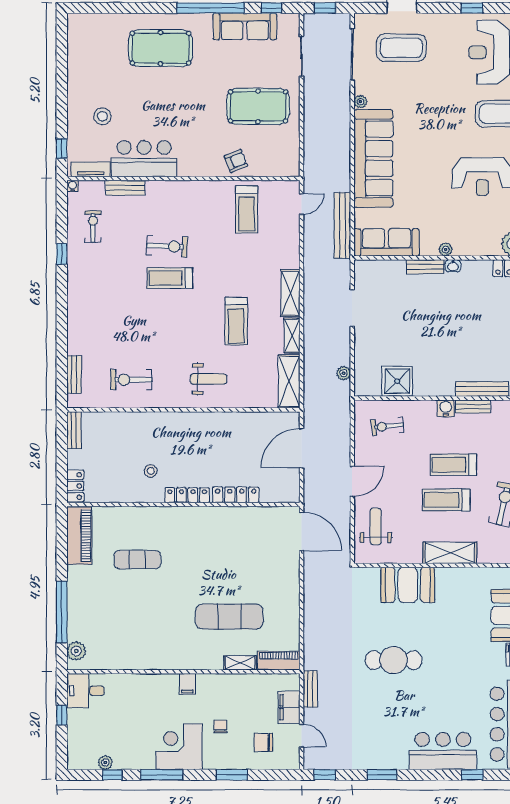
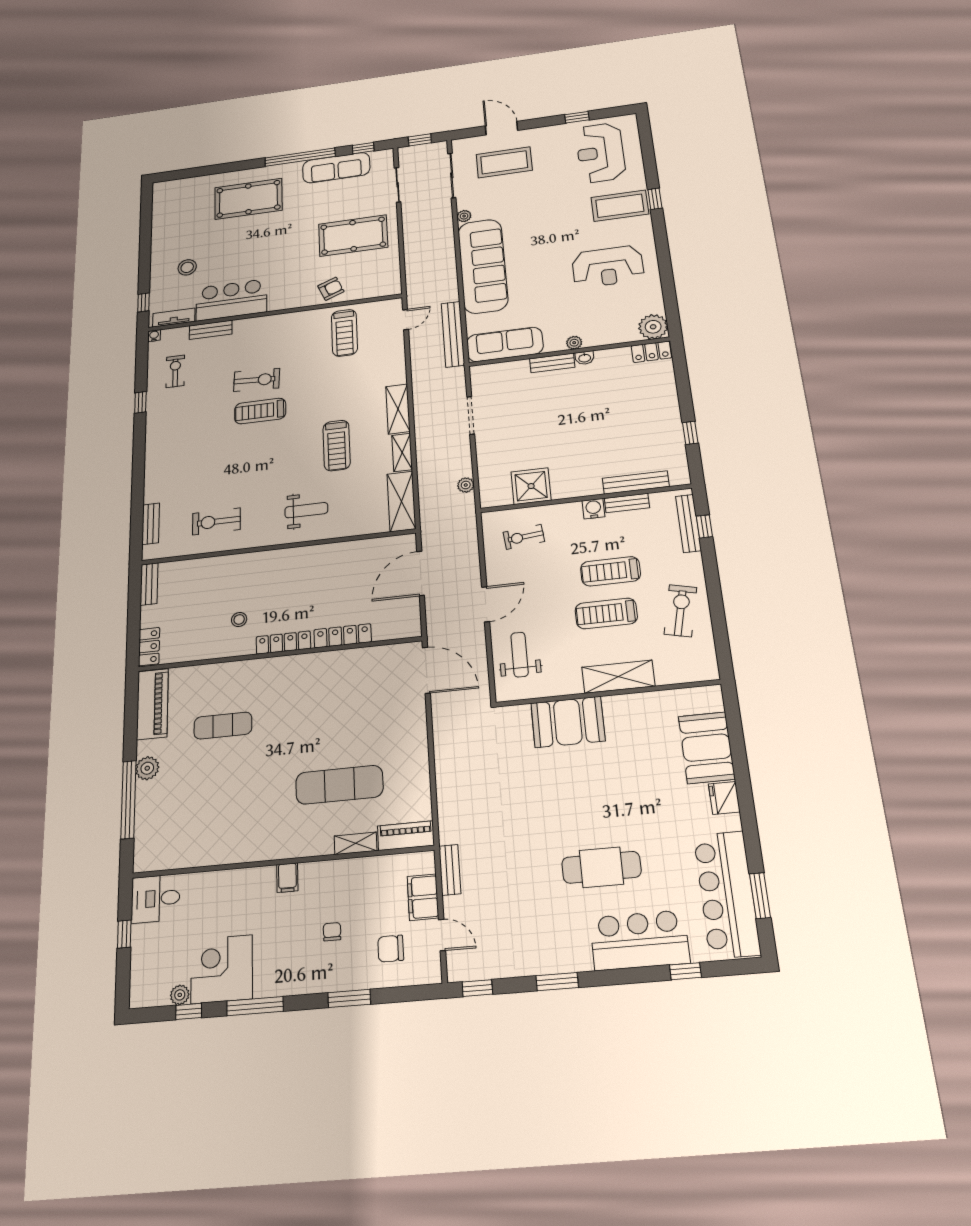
plant: (76, 651) -> (147, 768), moved
cafe table: (394, 660) -> (601, 867), moved
corner desk: (179, 747) -> (222, 969), moved

